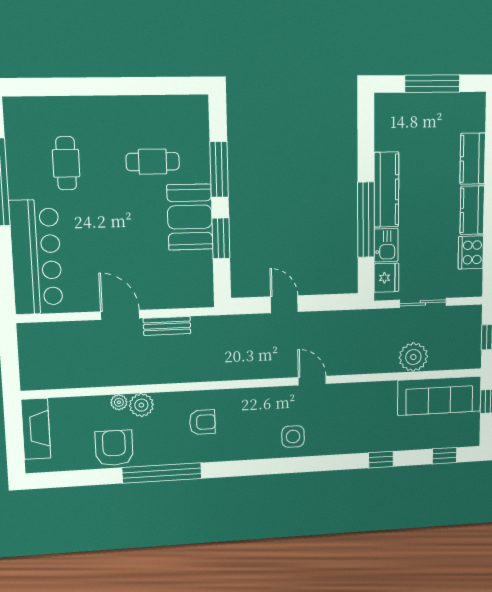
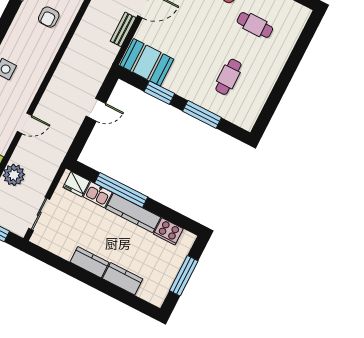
booth: (190, 217) -> (147, 62), moved
cooker: (471, 252) -> (168, 231), moved, turned 180
sliding door: (423, 303) -> (39, 214), moved
door: (312, 381) -> (24, 123), moved

